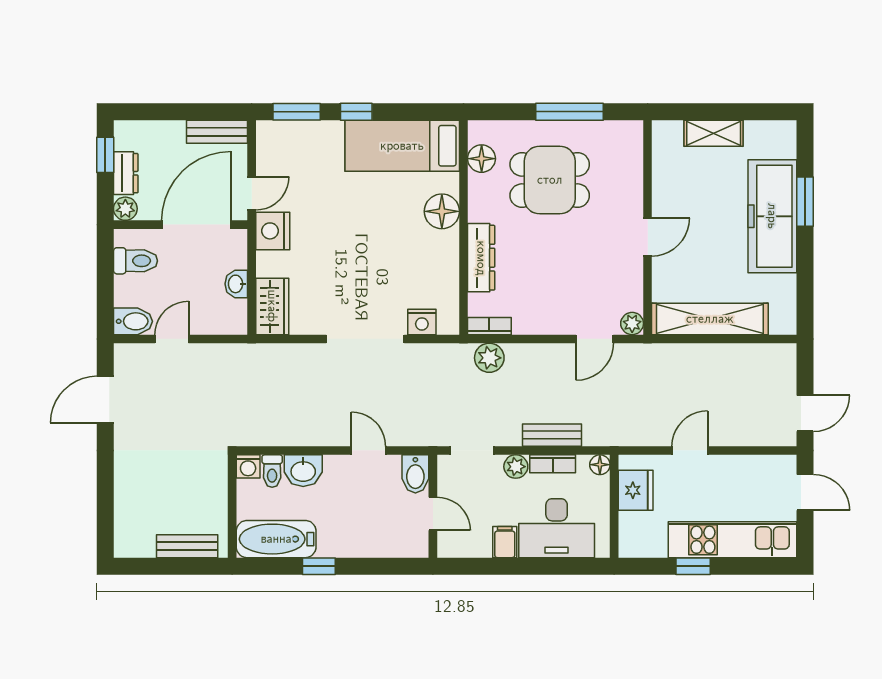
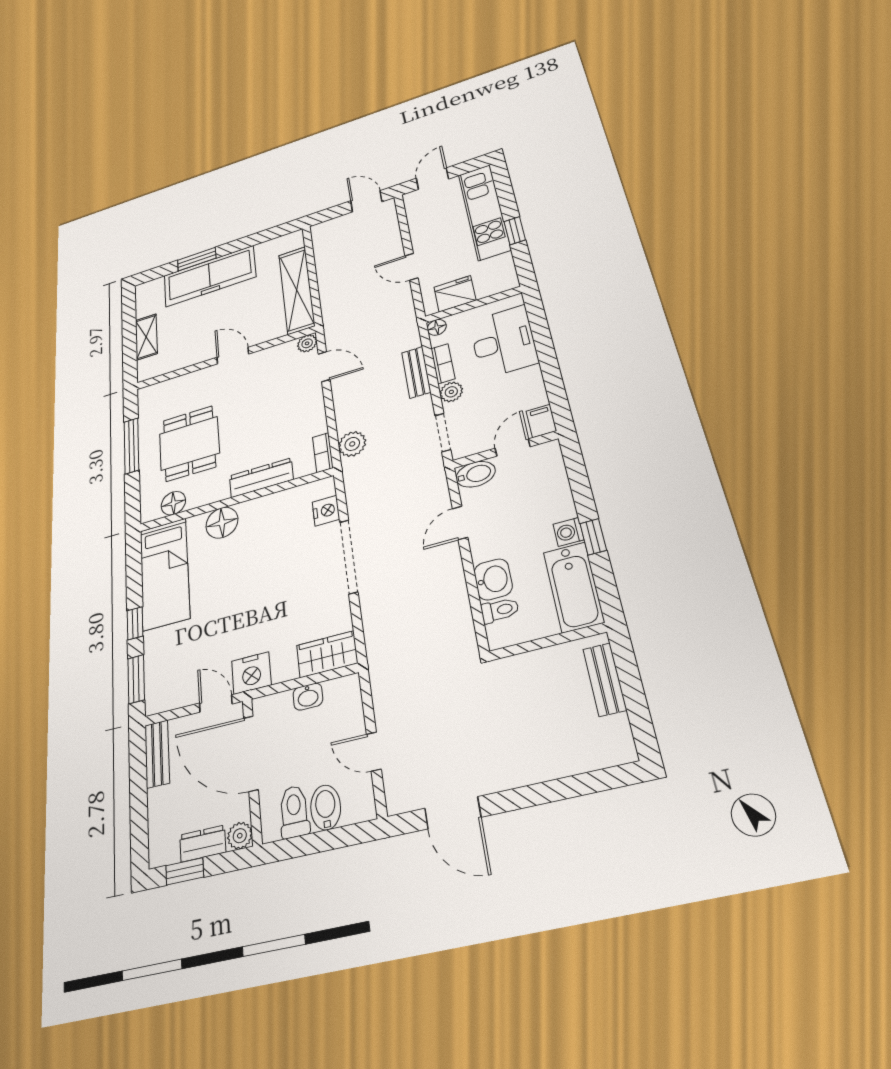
bidet: (133, 321) -> (326, 807), moved
washing machine: (248, 466) -> (569, 532), moved, turned 180
filing cabinet: (505, 542) -> (541, 421), moved, turned 90

